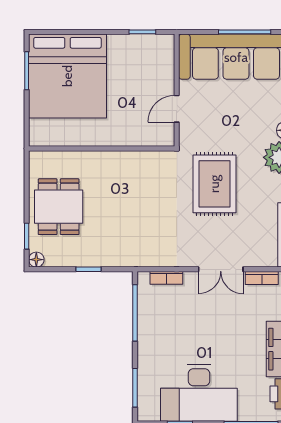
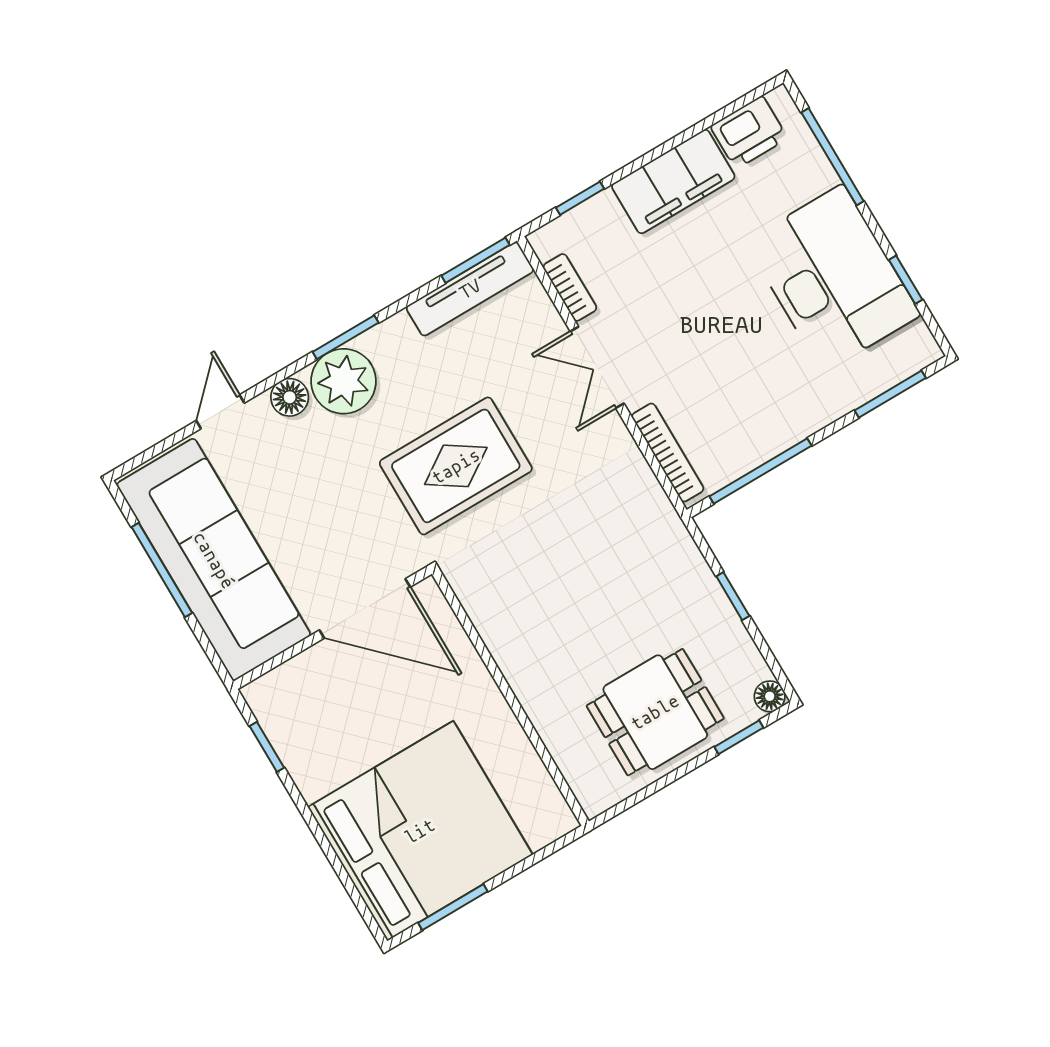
door: (177, 109) -> (365, 609), width x1.88
double door: (221, 269) -> (597, 367), swing flipped
bookcase: (166, 278) -> (668, 453), width x1.56

